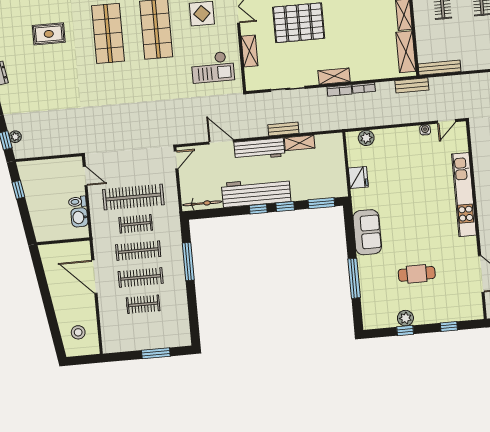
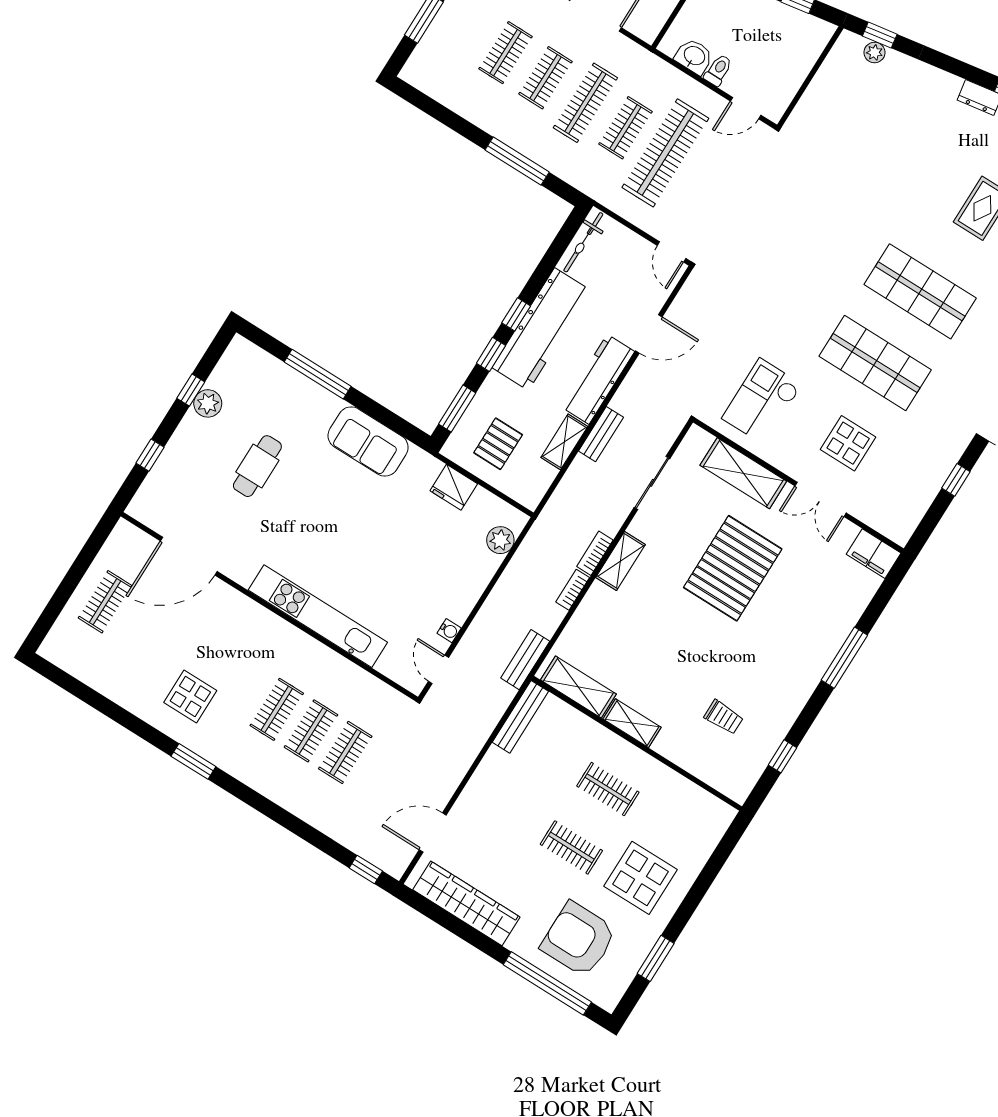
shelving: (250, 51) -> (743, 473), width x1.50, depth x1.33
pallet: (323, 172) -> (498, 444), added
clothes rail: (141, 277) -> (545, 78), width x0.73

